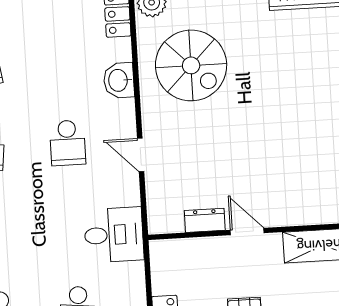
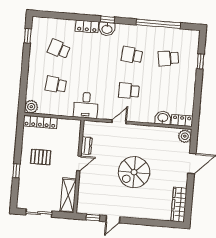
spiral stairs: (191, 65) -> (134, 172), moved
washbasin: (119, 80) -> (163, 118), moved

